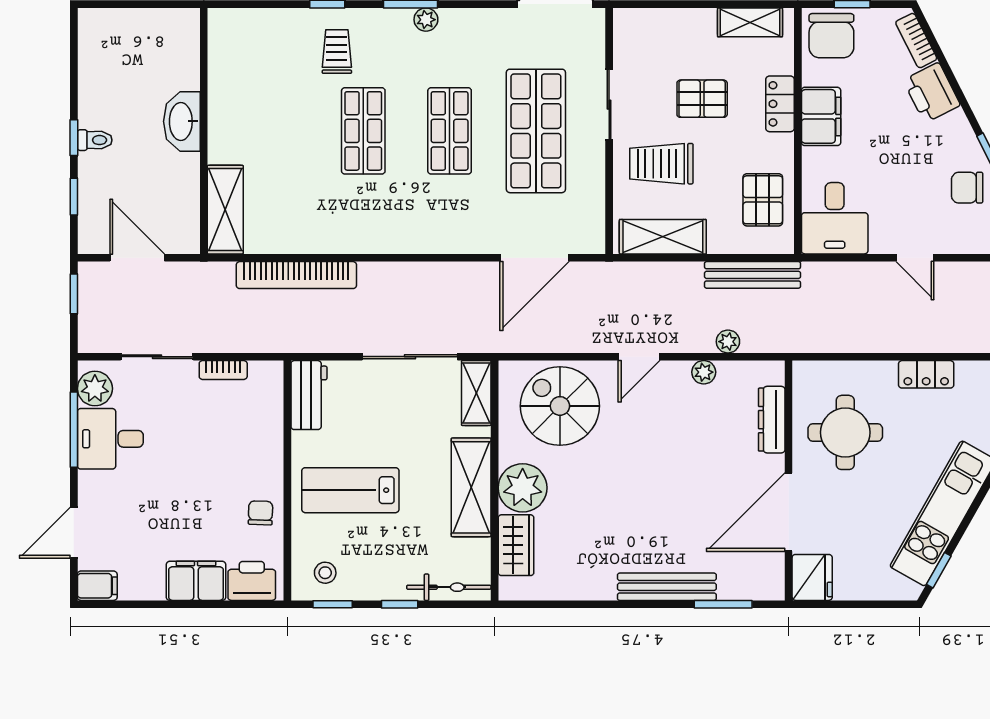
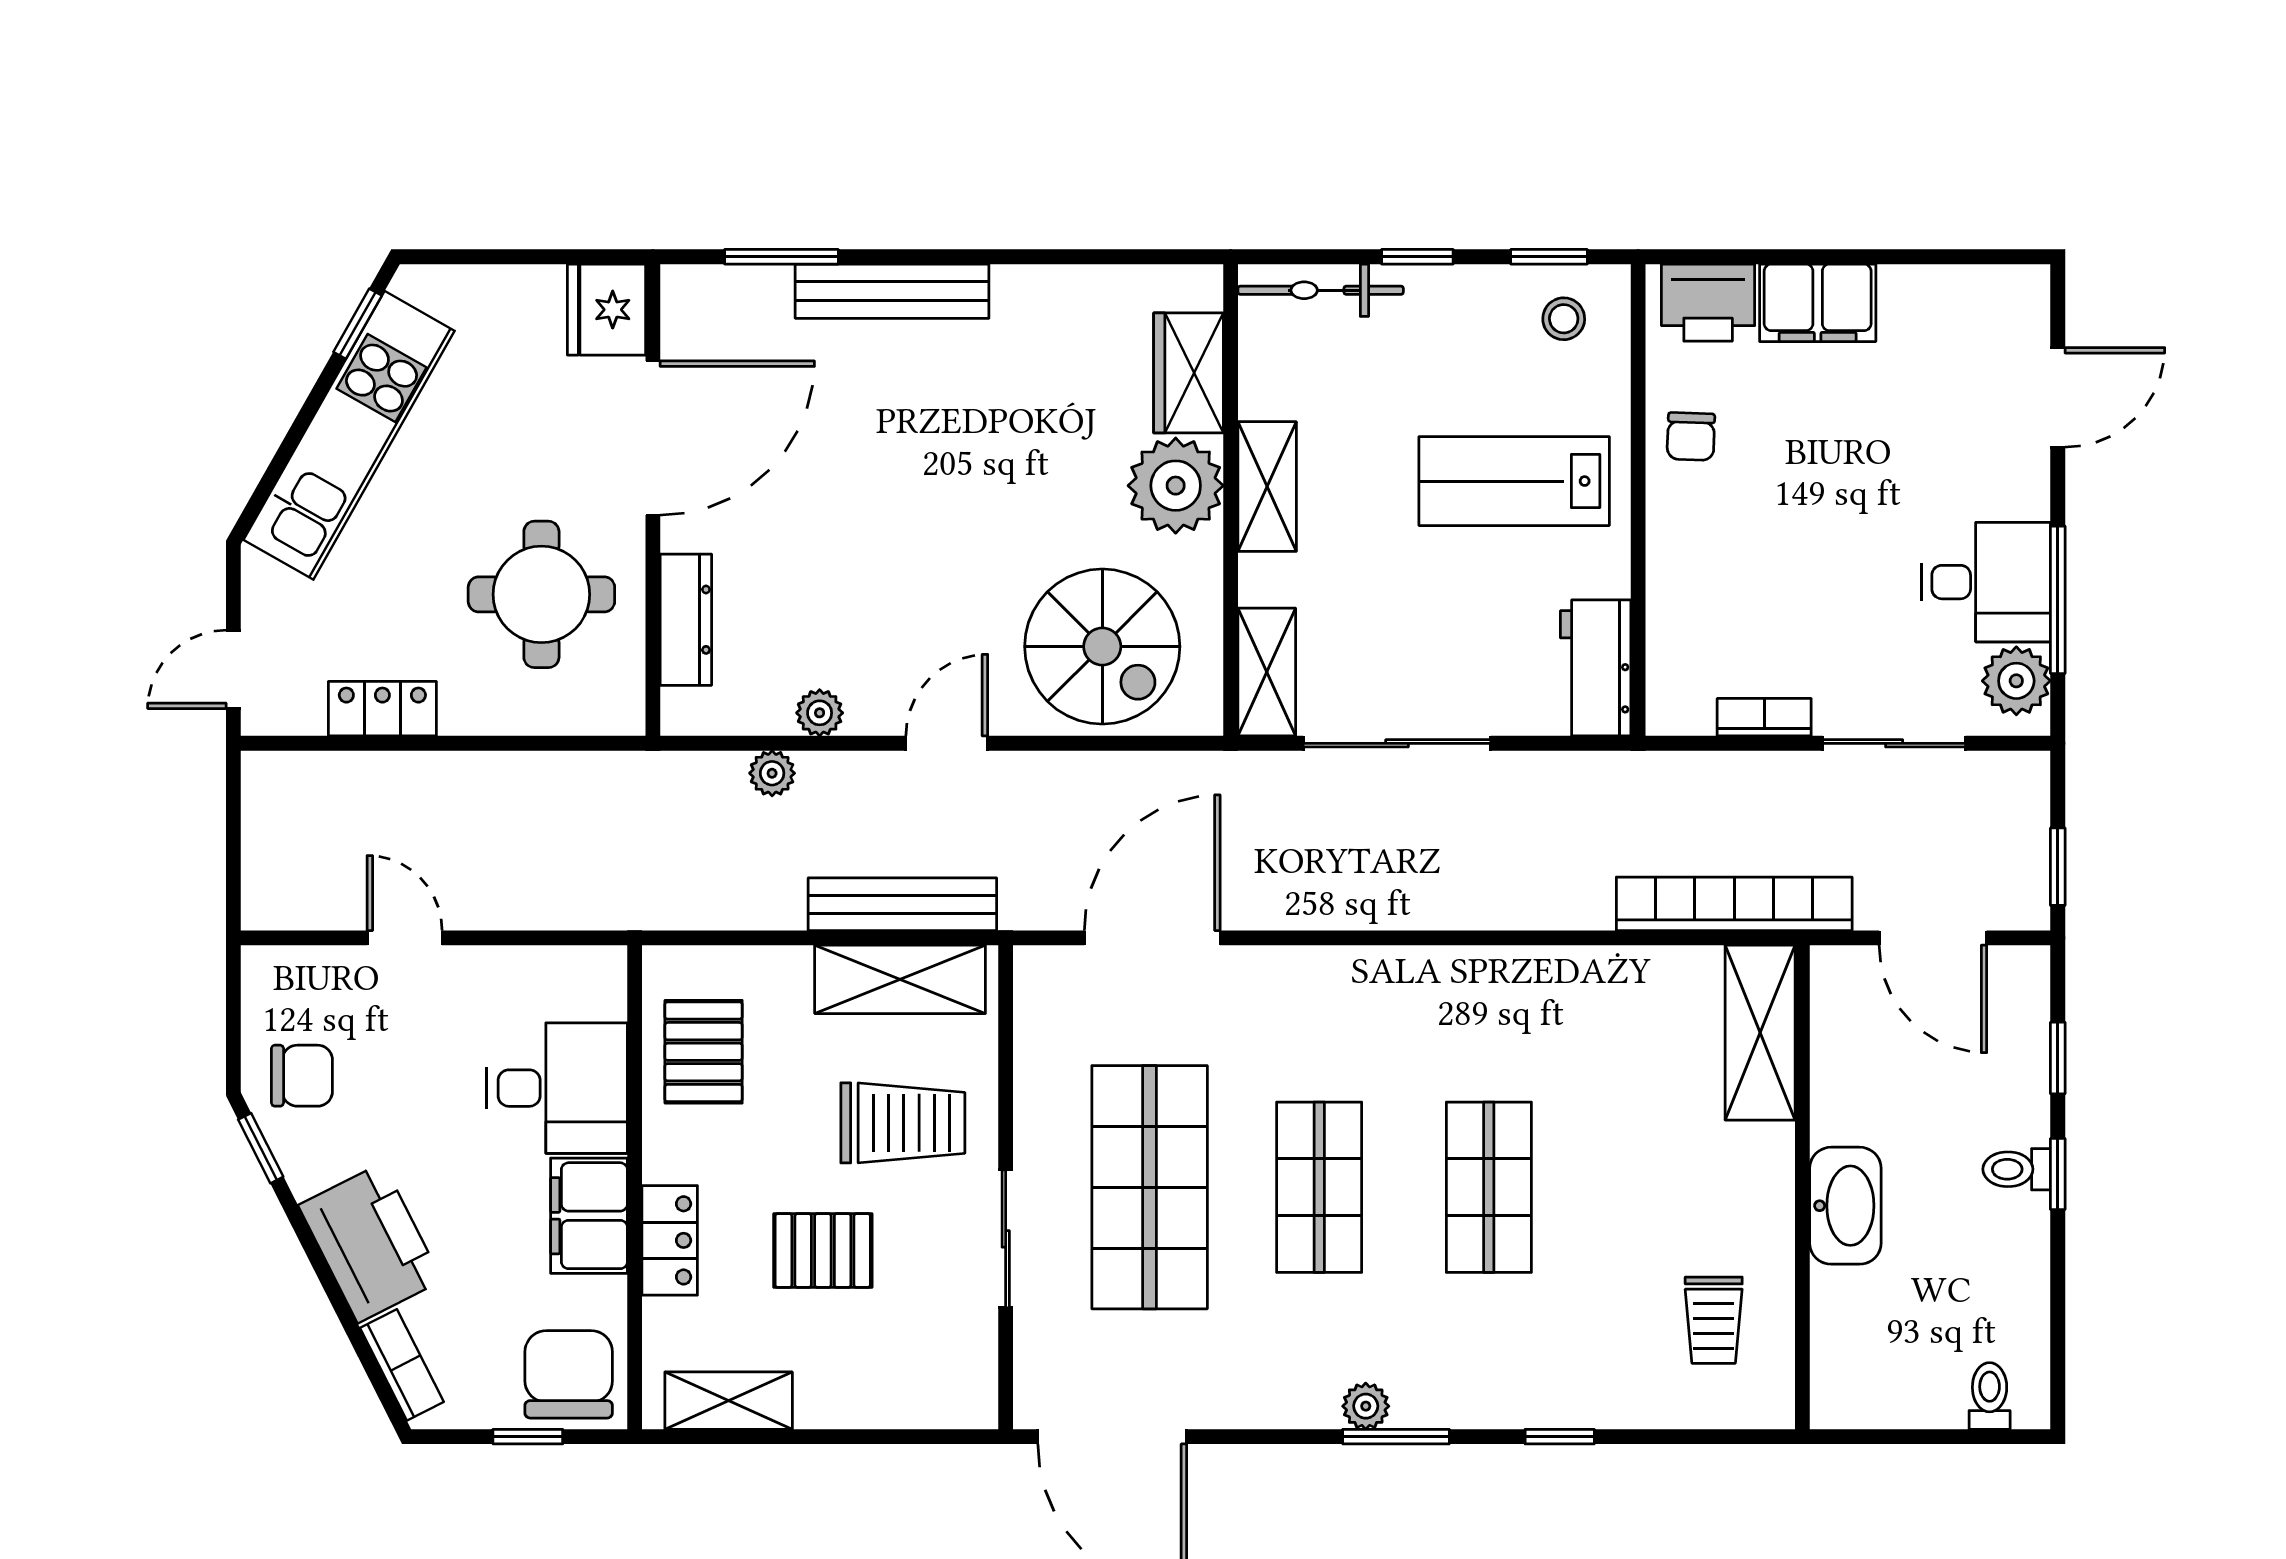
toilet: (109, 25) -> (1990, 1396), added
trolley: (337, 52) -> (1714, 1320), moved
printer: (932, 93) -> (370, 1243), width x1.37, depth x1.19
desk: (835, 218) -> (557, 1088), moved, turned 90
bookcase: (296, 275) -> (1734, 904), moved
bench: (753, 275) -> (902, 904), moved
shelving: (471, 487) -> (1267, 487), width x0.67, depth x0.75
lab bench: (350, 490) -> (1514, 481), turned 180
filing cabinet: (97, 586) -> (2012, 293), removed

